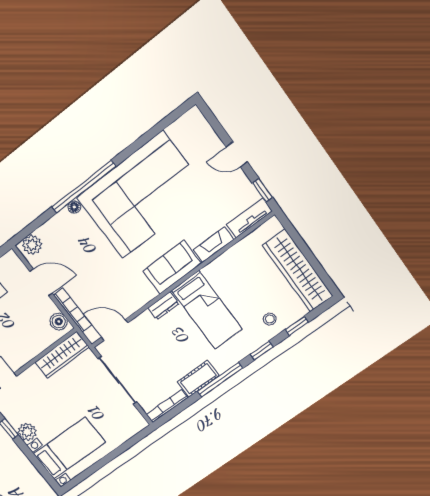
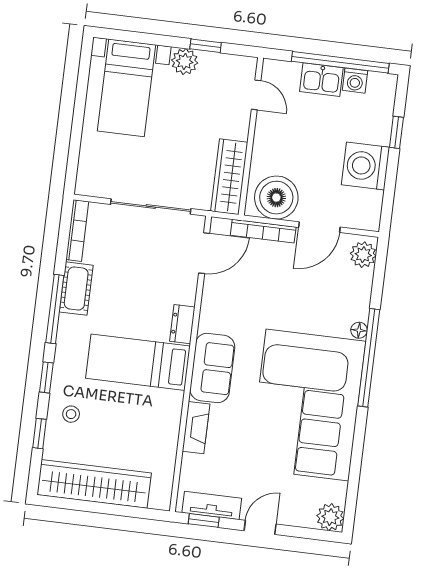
plant: (193, 120) -> (330, 517), added
tv unit: (249, 218) -> (212, 505), moved, turned -90
boiler: (59, 322) -> (276, 198), width x1.86, depth x1.86

